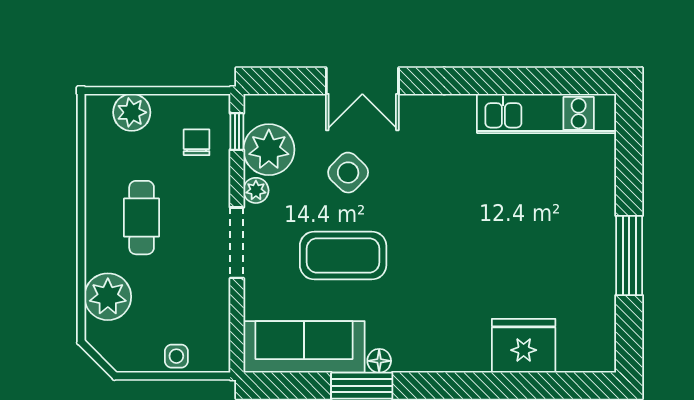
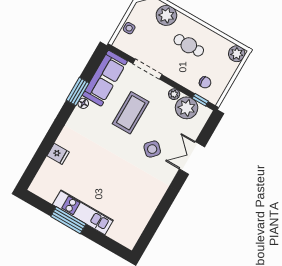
plant: (132, 112) -> (237, 54), moved
kitchen unit: (547, 113) -> (83, 212), moved, turned 90
side table: (348, 173) -> (152, 149), moved
doorway: (237, 243) -> (147, 69), moved
fridge: (524, 346) -> (58, 154), width x0.53, depth x0.75

